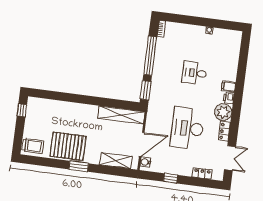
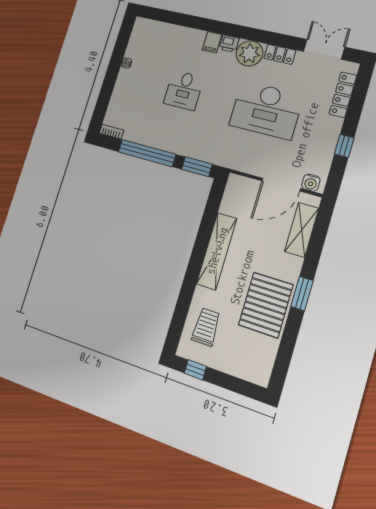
shelving: (121, 115) -> (217, 251), moved
door: (142, 144) -> (281, 185), swing flipped
trolley: (33, 146) -> (206, 327), moved
locker: (202, 173) -> (343, 95), width x1.53

